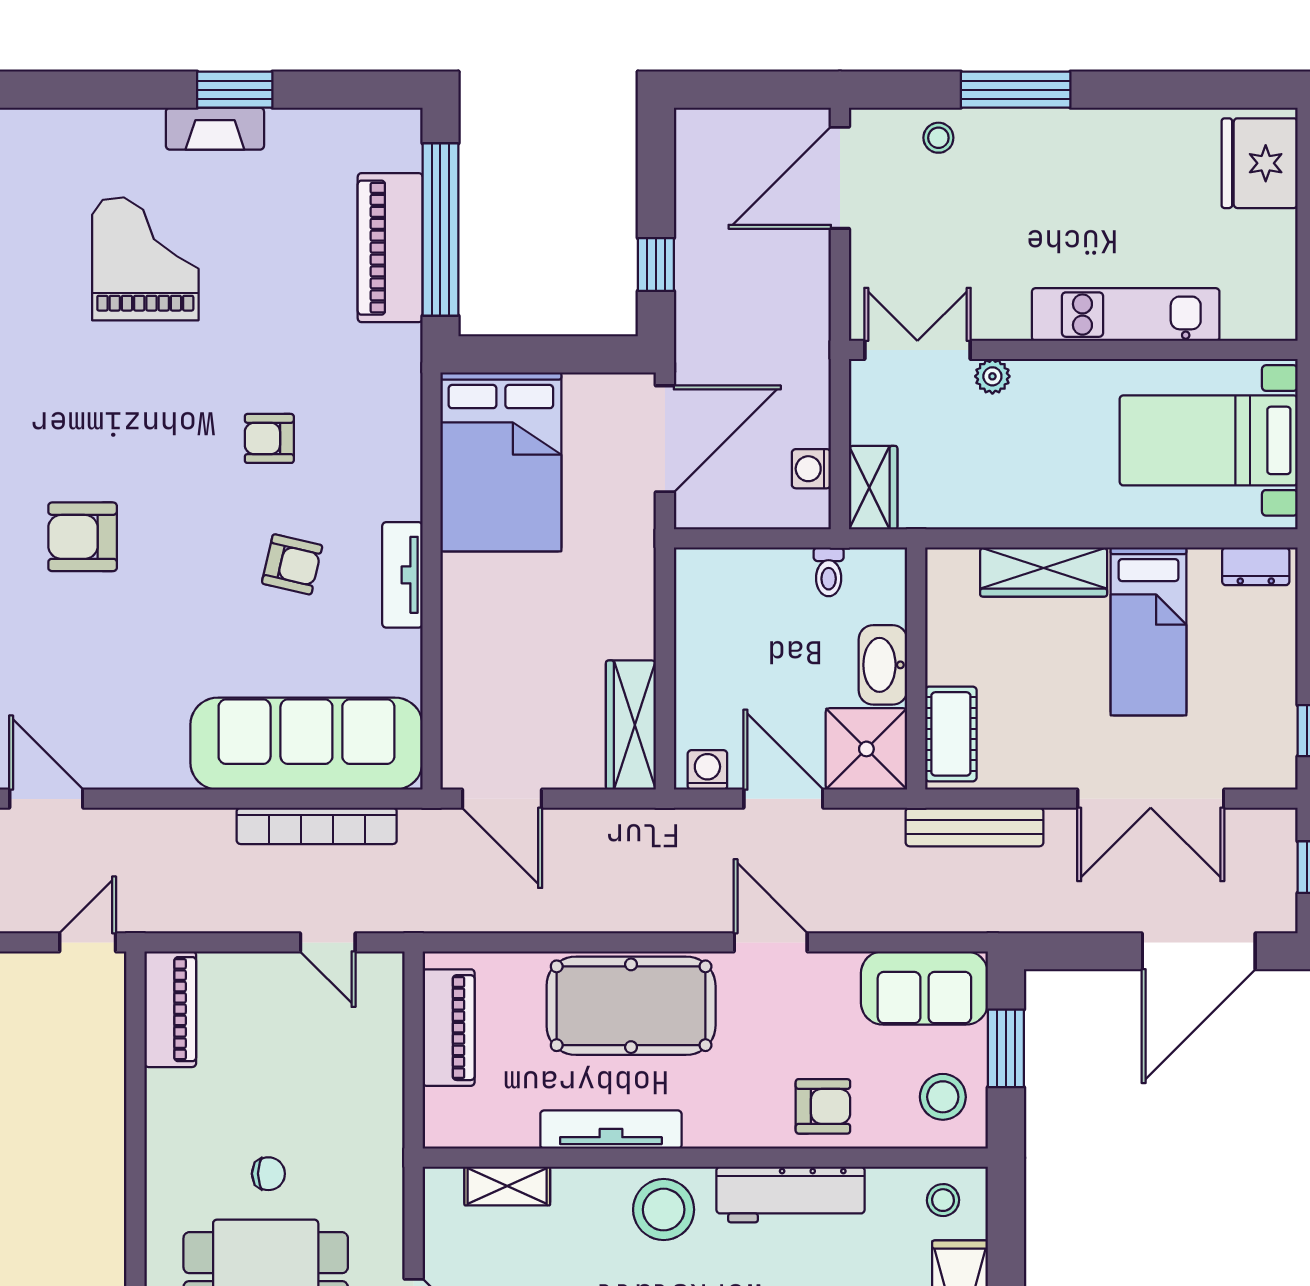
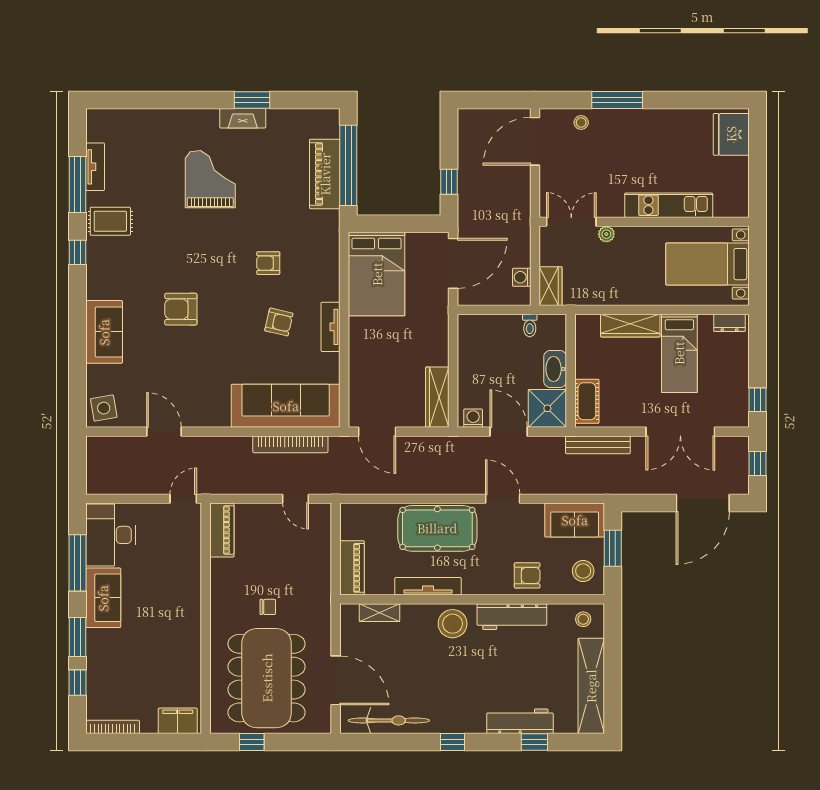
piano: (449, 1028) -> (352, 568), moved

